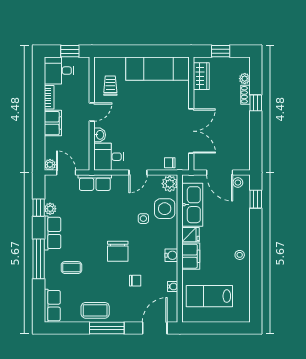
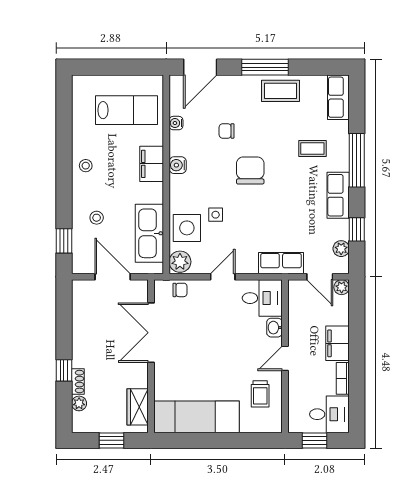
stool: (238, 183) -> (97, 218), moved
plant: (50, 209) -> (341, 249), moved
fridge: (191, 235) -> (152, 193), removed

